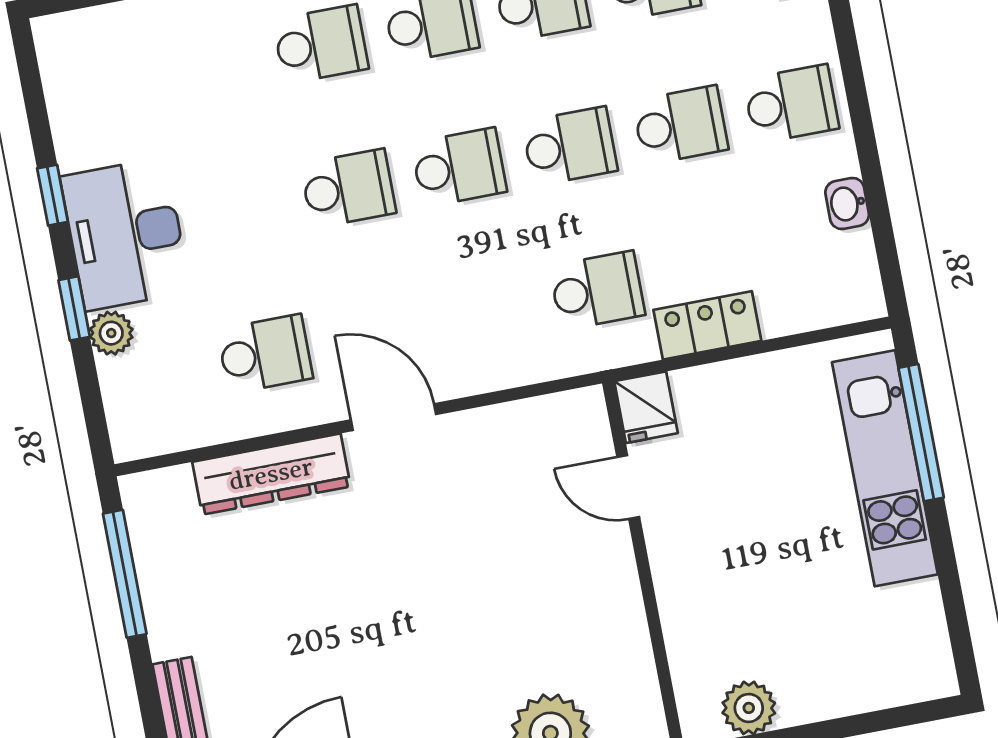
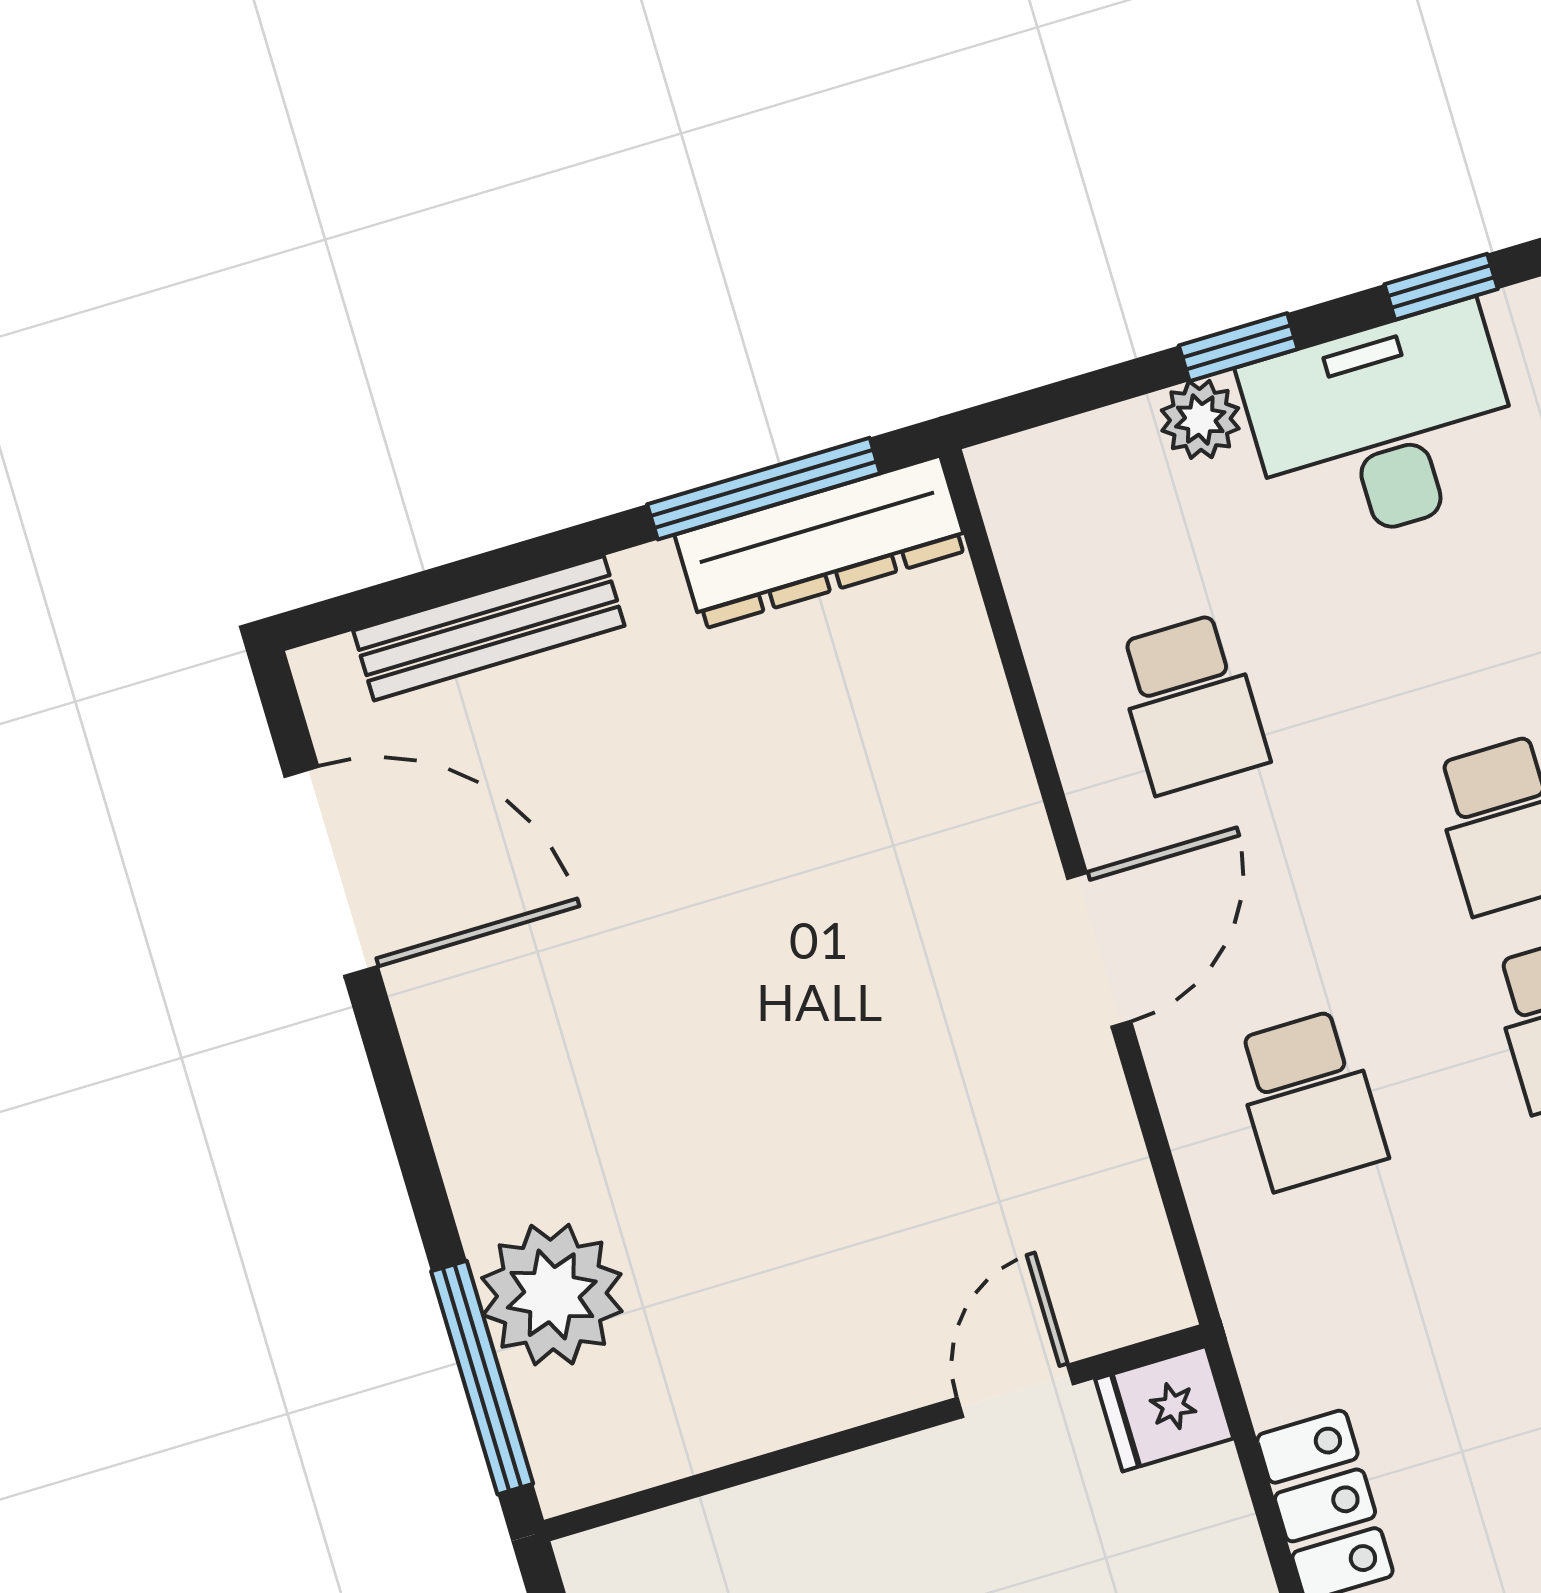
school desk: (597, 291) -> (1309, 1100), moved
dresser: (271, 474) -> (821, 543), moved, turned -90

